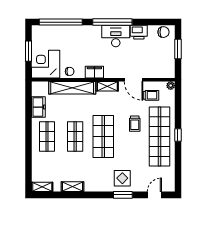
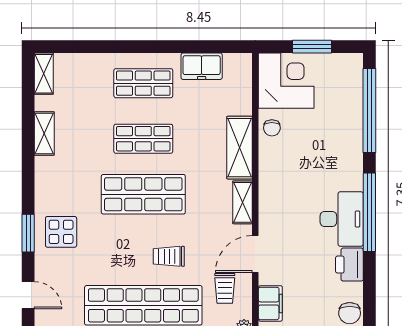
filing cabinet: (94, 72) -> (270, 303), moved
shelving: (72, 88) -> (240, 148), width x0.68

